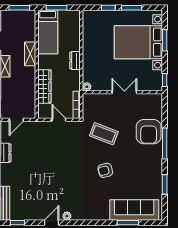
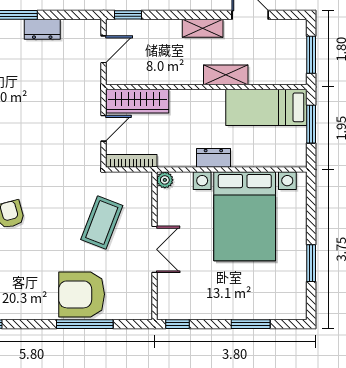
window: (108, 8) -> (311, 220), removed
bed with nightstands: (138, 42) -> (245, 216), moved, turned 180
wardrobe: (44, 87) -> (137, 101), moved
door: (16, 120) -> (104, 49), swing flipped
coffee table: (104, 134) -> (102, 222), moved
window: (165, 143) -> (85, 324), moved

